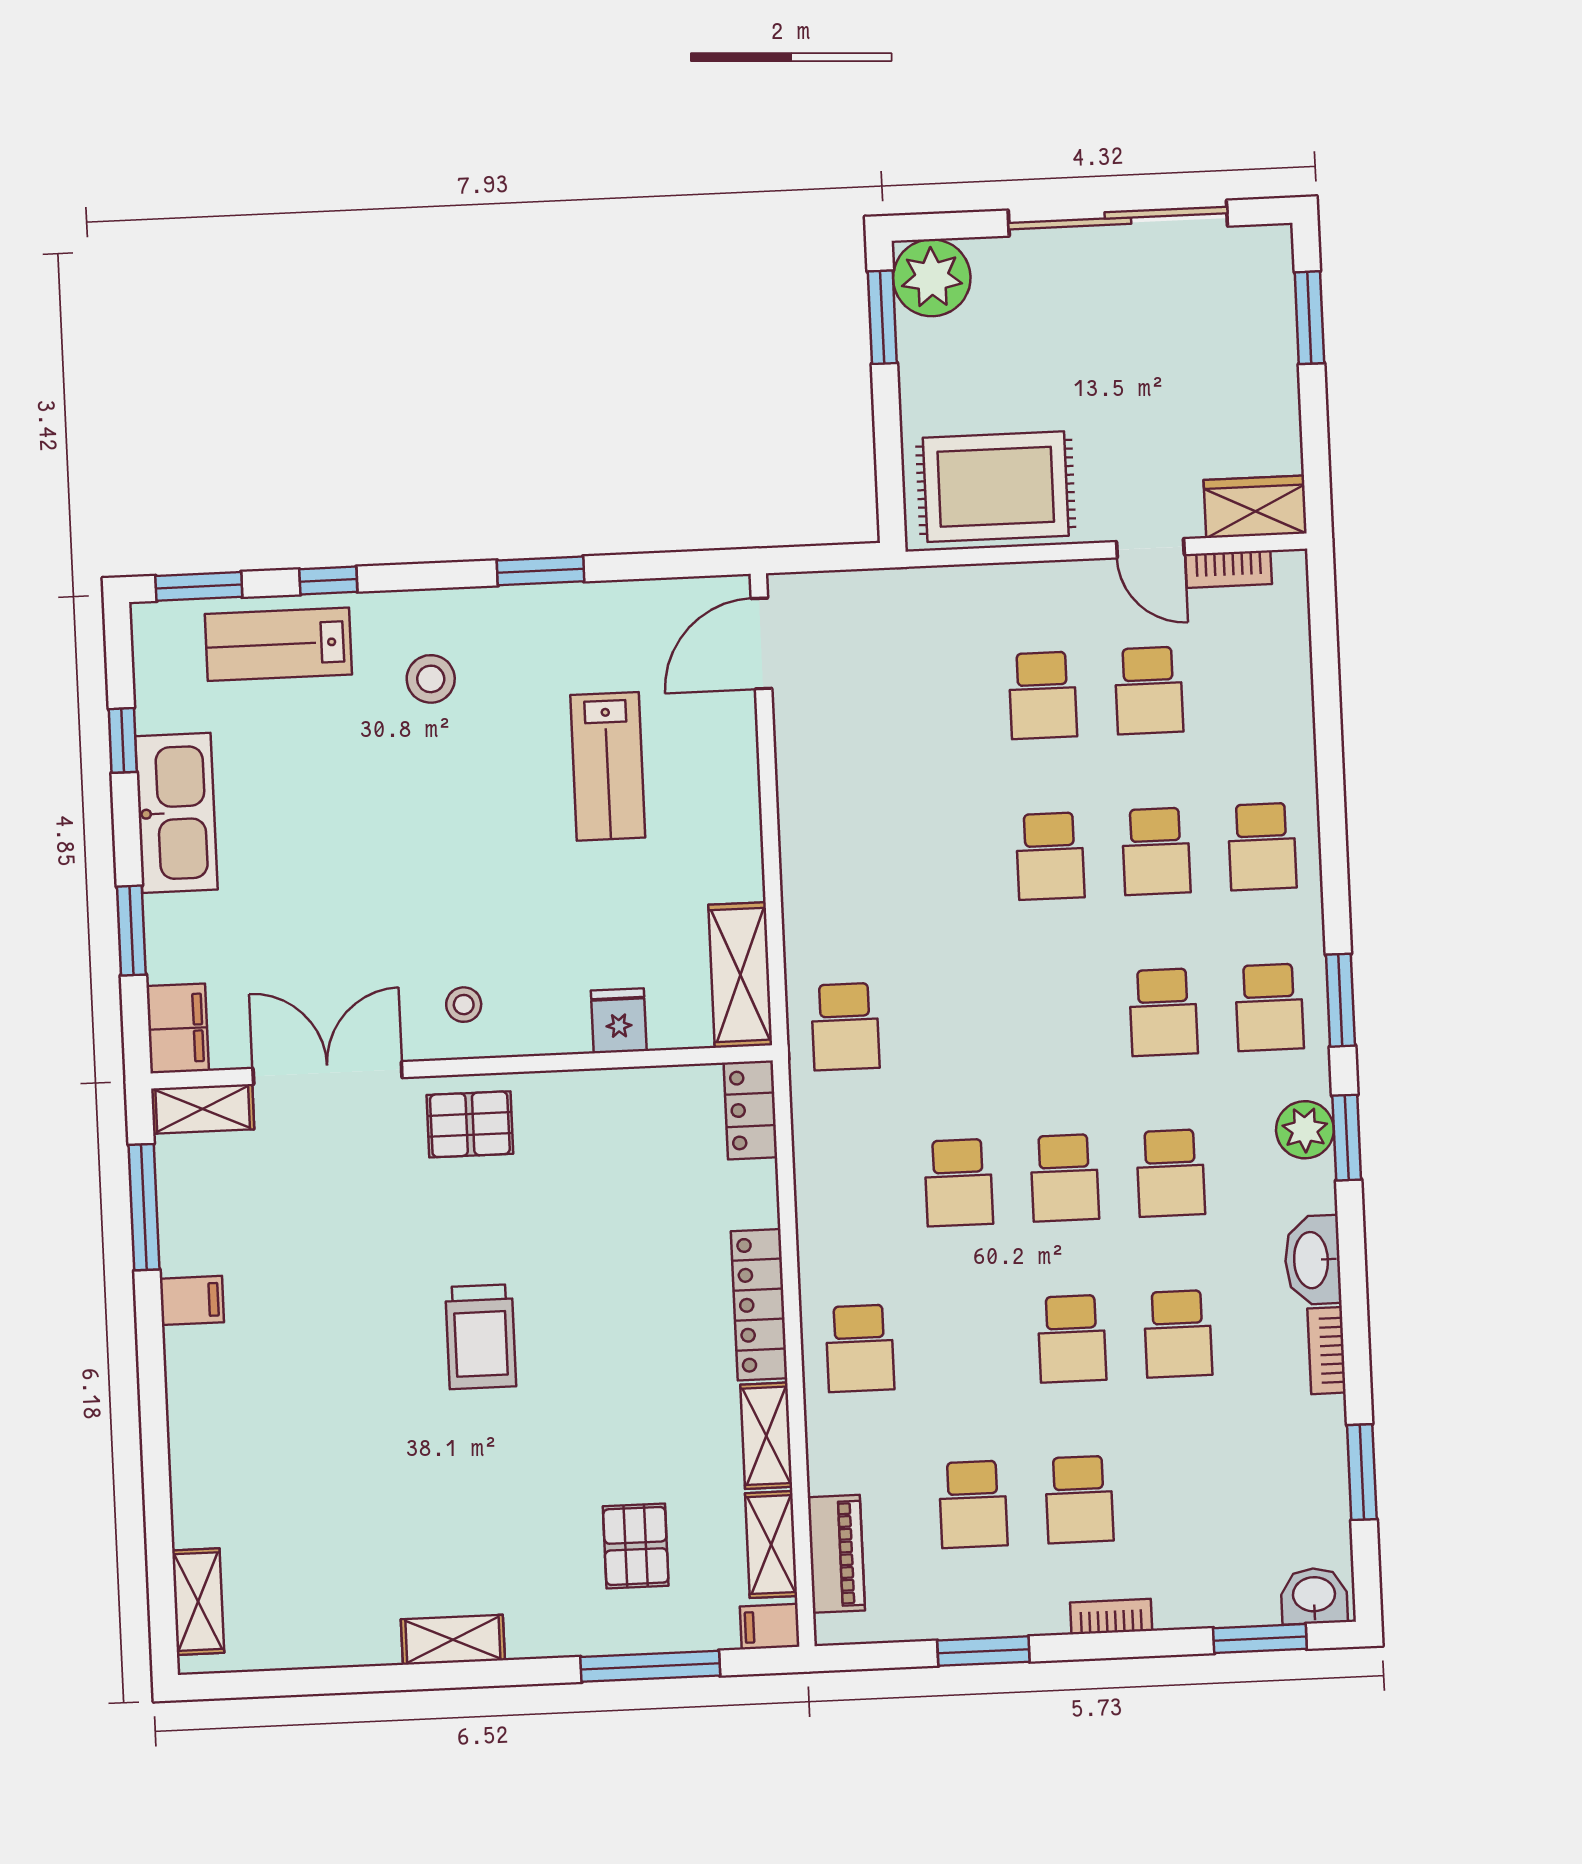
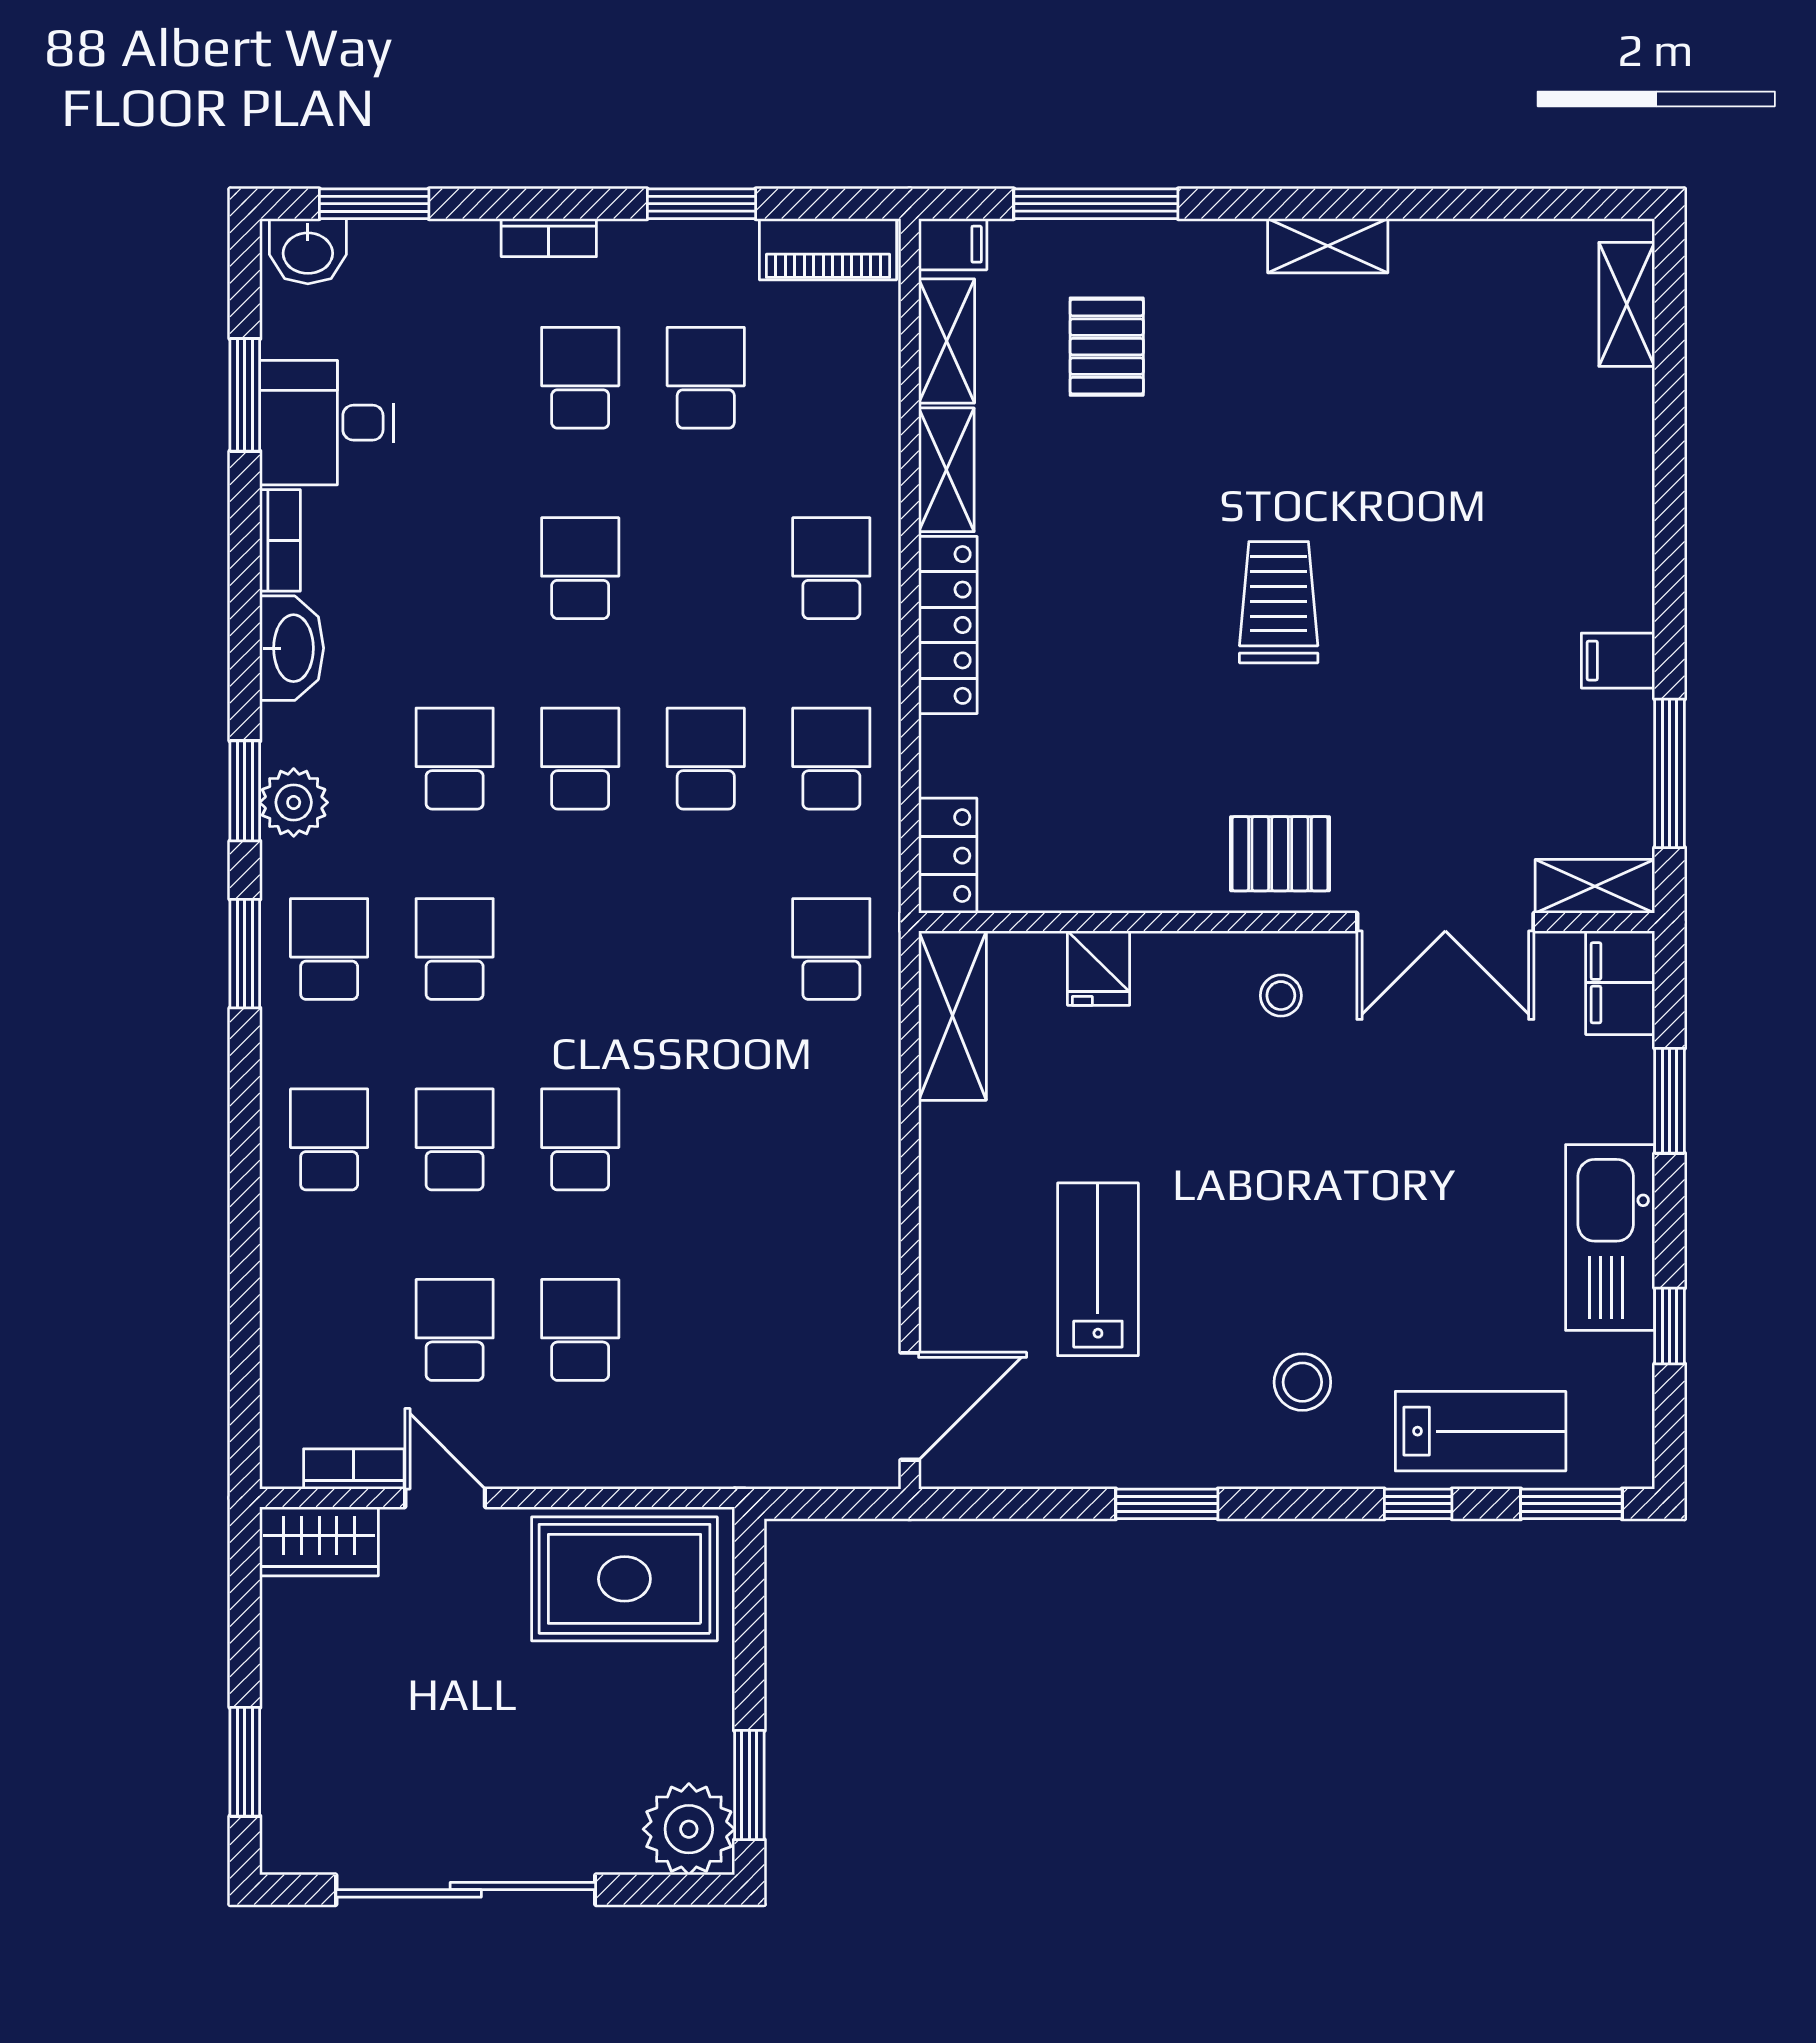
school desk: (1178, 1334) -> (831, 759), moved
desk: (1292, 1452) -> (327, 423), added
piano: (836, 1554) -> (828, 249), moved, turned -90

